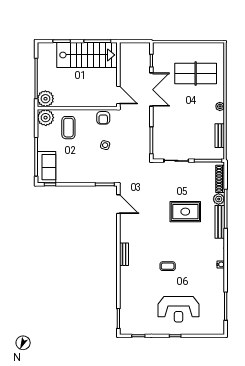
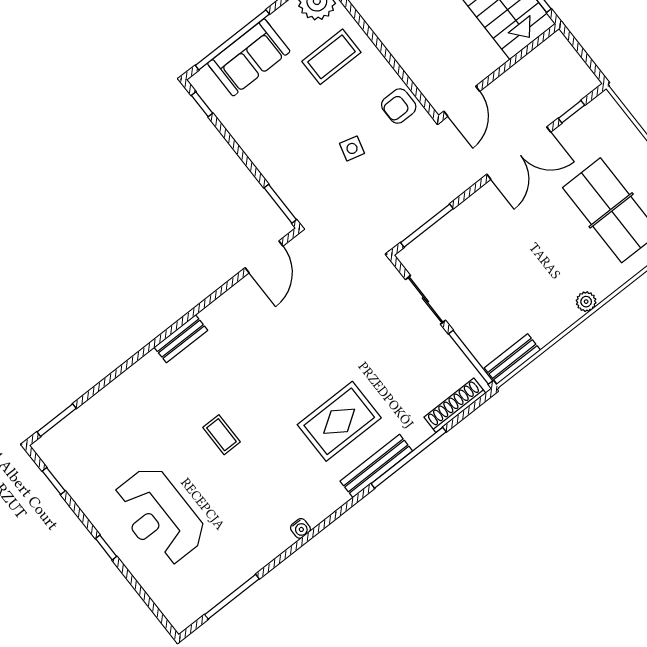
bench: (220, 136) -> (512, 359), moved
sofa: (46, 167) -> (249, 57), moved
plant: (219, 199) -> (416, 432), removed
rug: (185, 212) -> (339, 421), moved, turned 90

